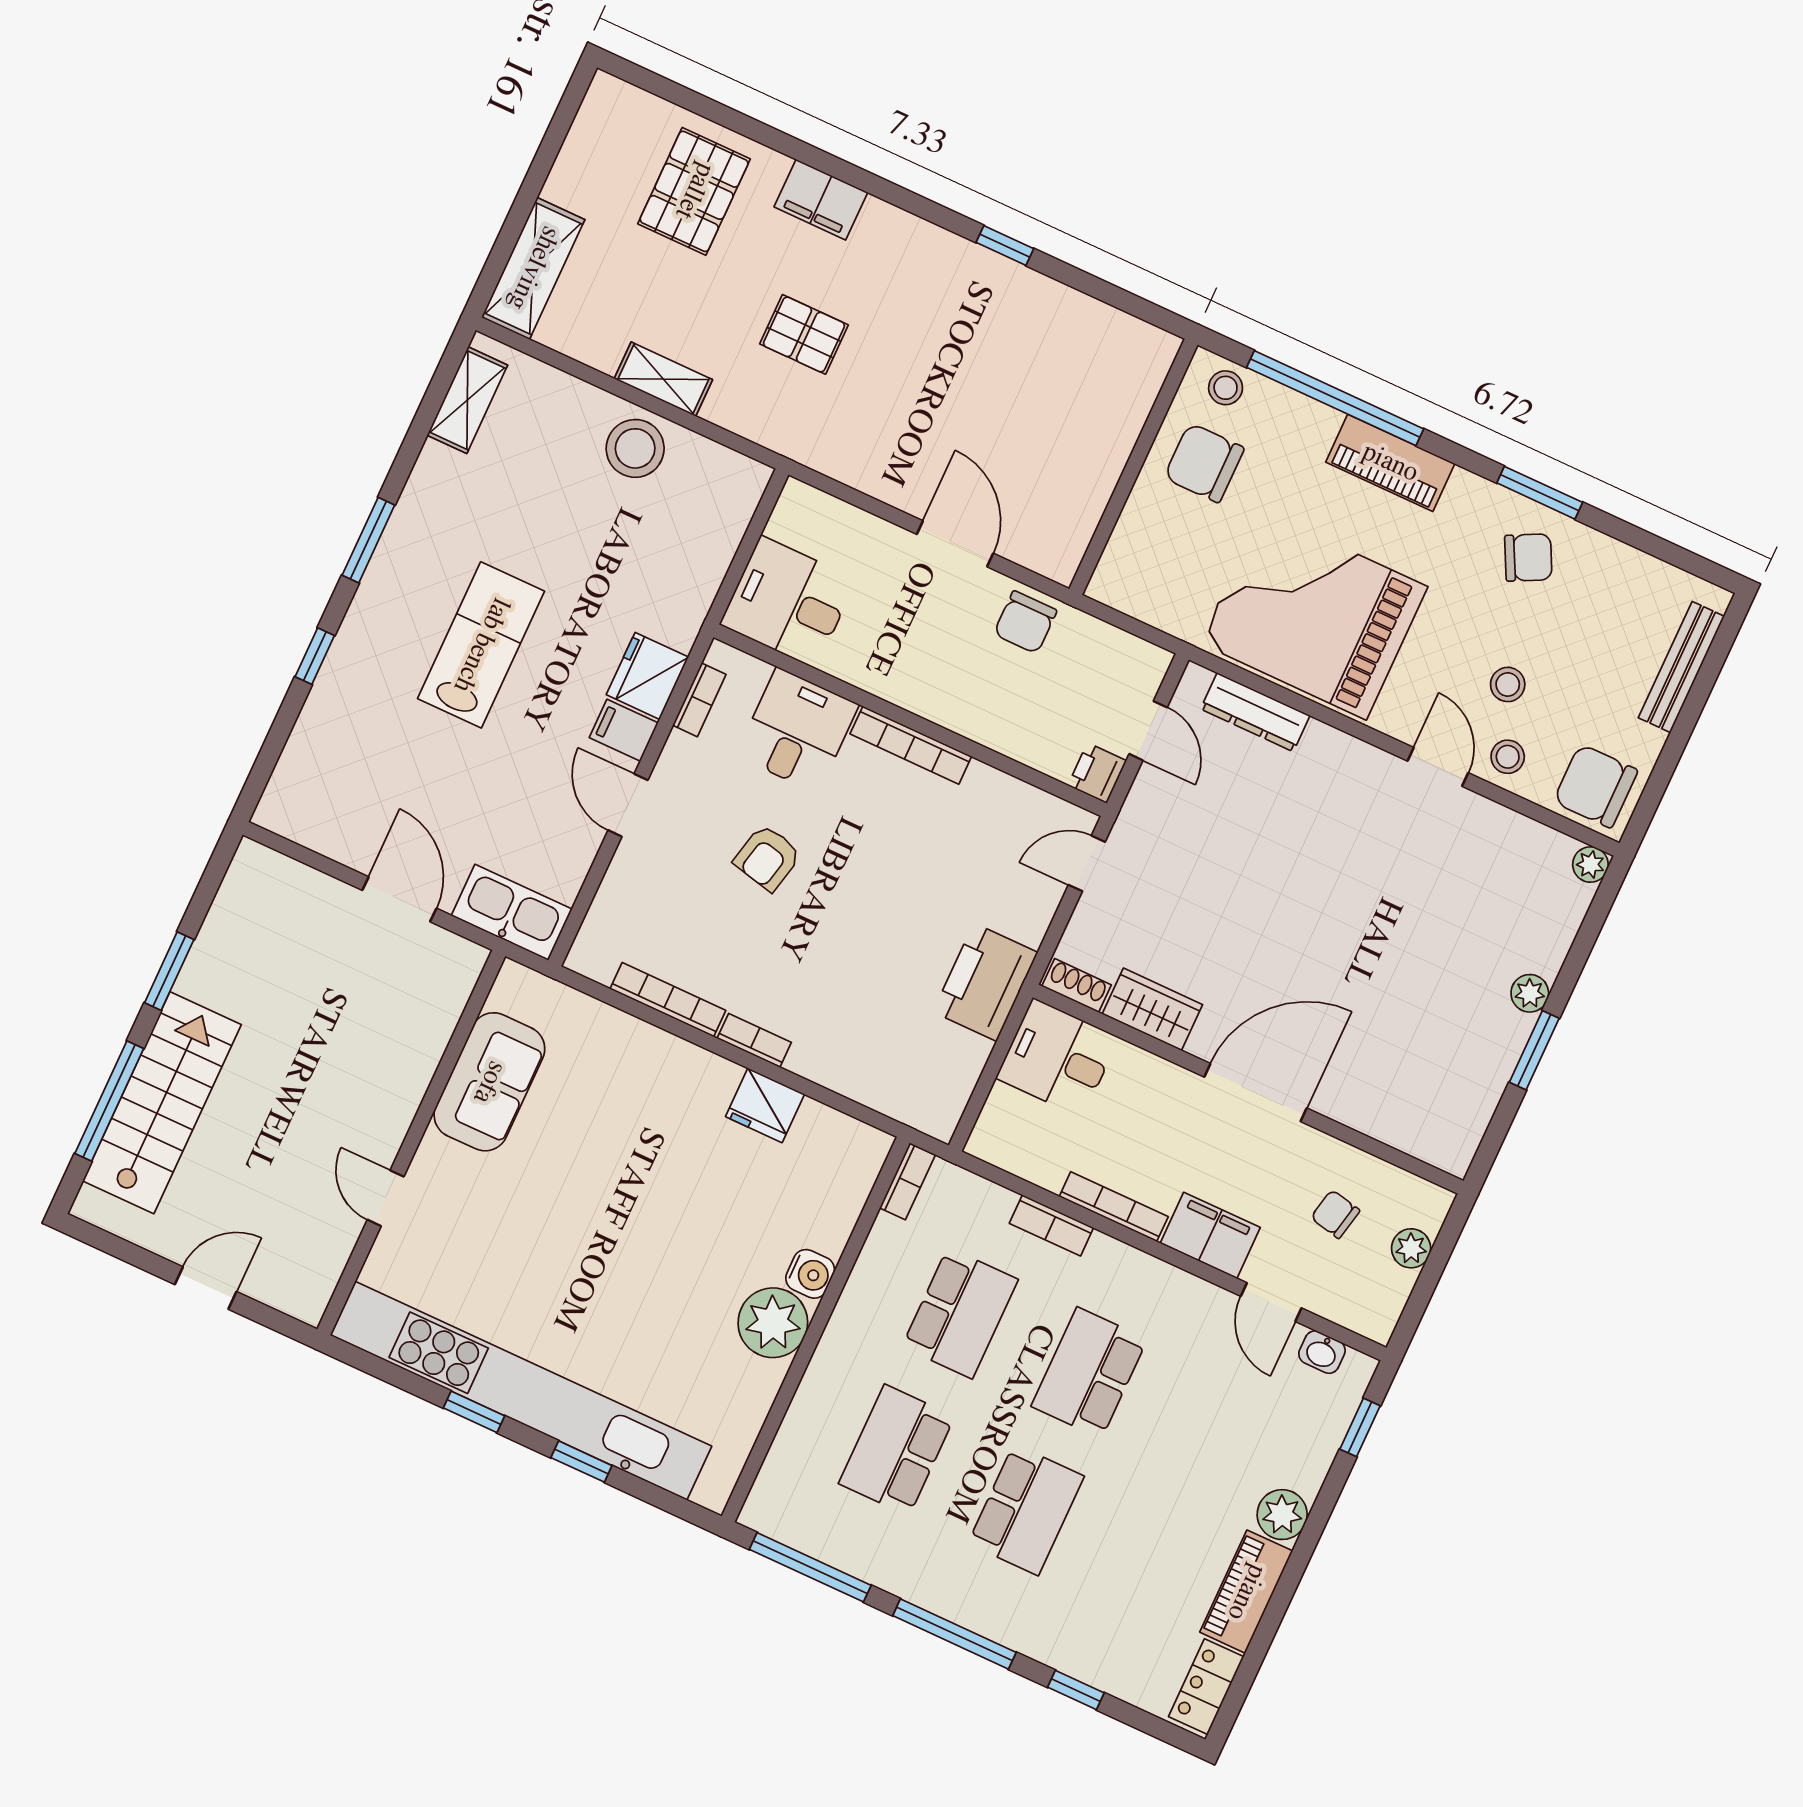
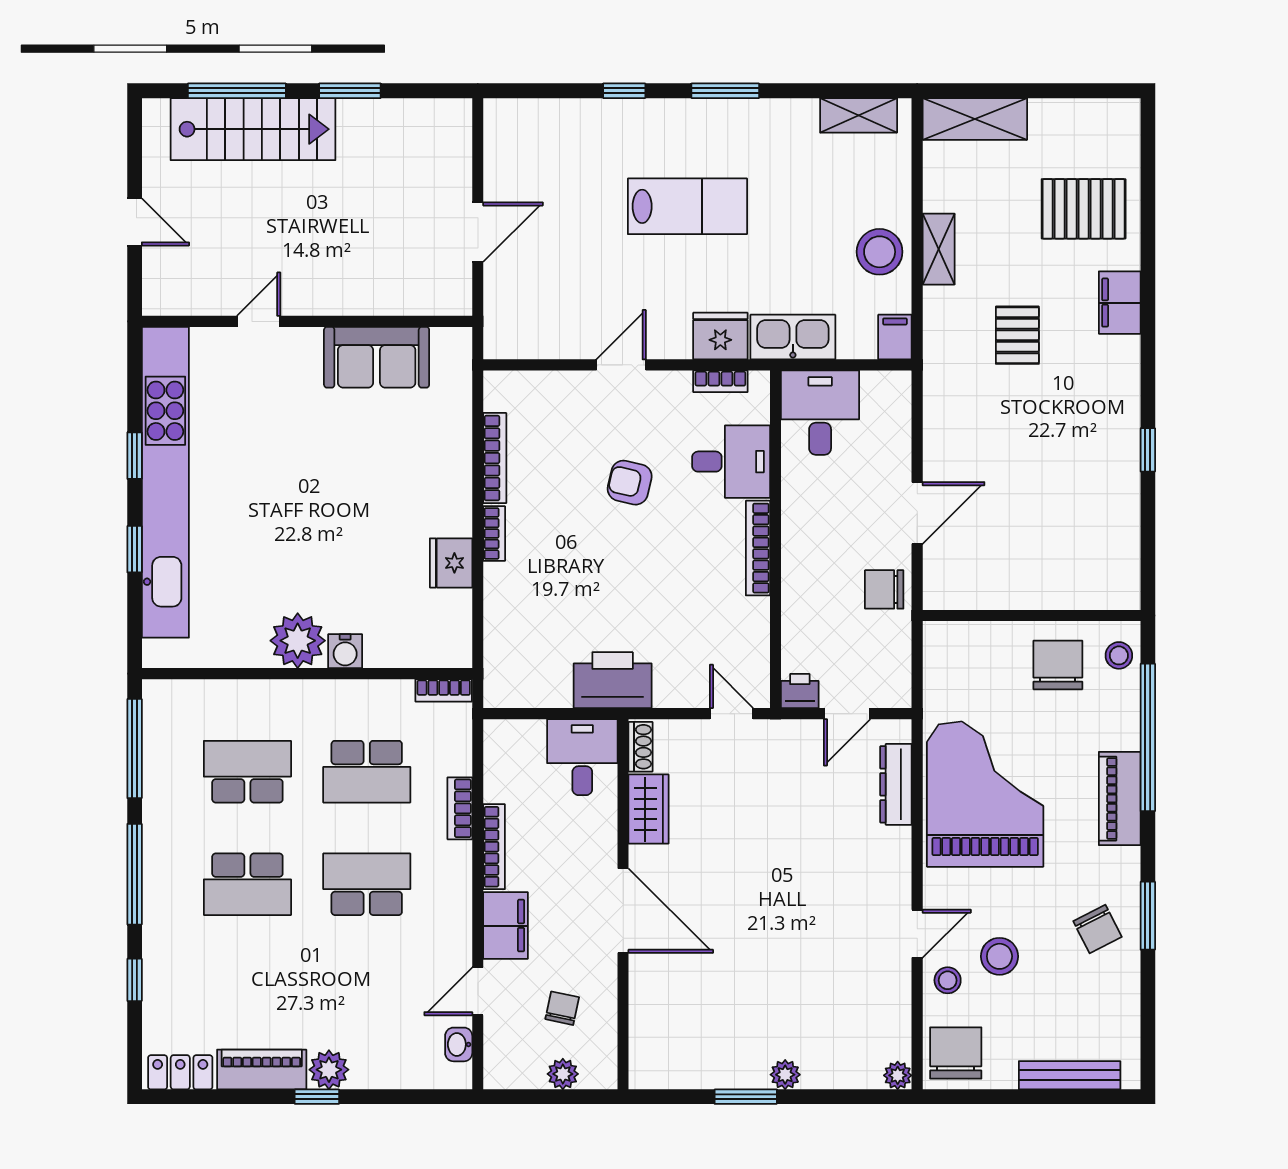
stool: (1508, 684) -> (999, 956), width x1.37, depth x1.37
filing cabinet: (624, 730) -> (895, 337), moved
kitchen sink: (512, 912) -> (793, 337), moved, turned -90
window: (1360, 1427) -> (317, 1097), moved

